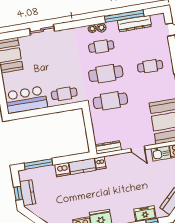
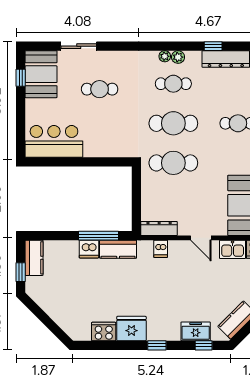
window: (124, 16) -> (213, 46), width x0.32
sliding door: (42, 30) -> (79, 46), moved
cafe table: (64, 94) -> (100, 89), moved
dishwasher: (100, 163) -> (161, 249), moved
window: (38, 164) -> (98, 236), moved
kitchen counter: (28, 193) -> (34, 258), moved

